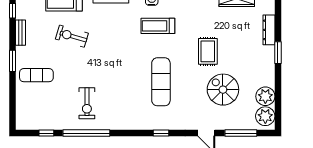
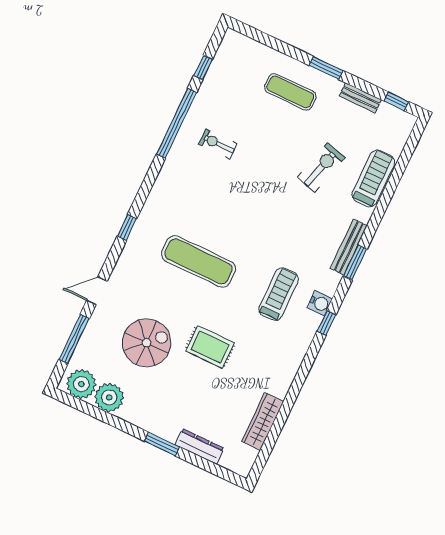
exercise mat: (36, 75) -> (290, 92), turned 90
exercise bike: (87, 103) -> (218, 144), width x0.73, depth x0.72

